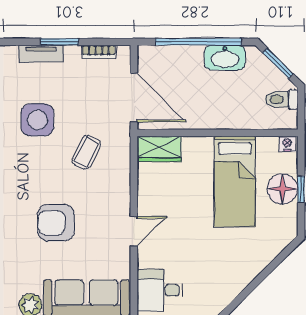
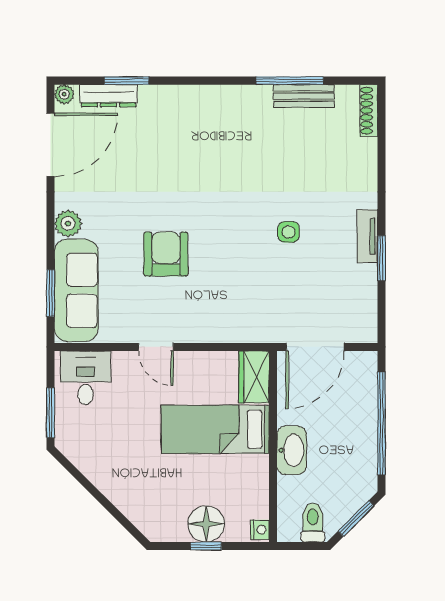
bookcase: (99, 52) -> (370, 305), removed
washbasin: (225, 58) -> (292, 450), moved, turned 180
side table: (37, 120) -> (289, 232), width x0.54, depth x0.54
coffee table: (86, 152) -> (250, 290), removed
bed: (235, 181) -> (215, 429), moved

